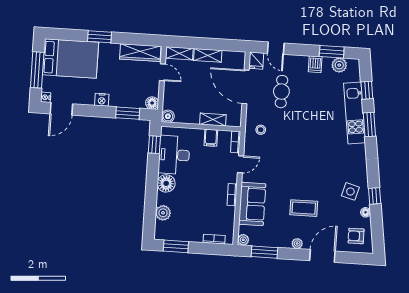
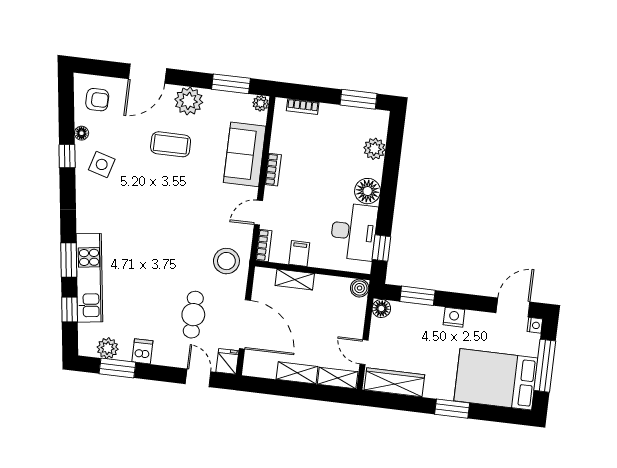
stool: (261, 130) -> (226, 261), width x1.89, depth x1.89
plant: (297, 244) -> (189, 101), width x1.87, depth x1.87

